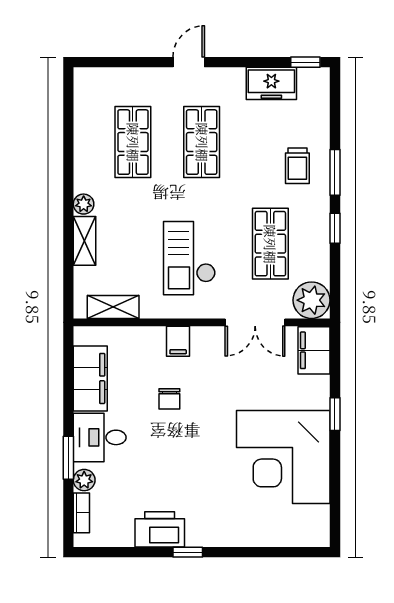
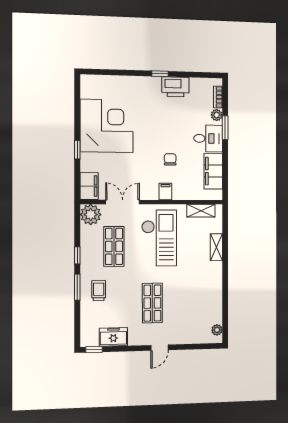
shop shelf: (133, 142) -> (190, 302), removed
plant: (84, 204) -> (217, 330), moved
checkout: (189, 258) -> (159, 238), width x1.36, depth x1.21

